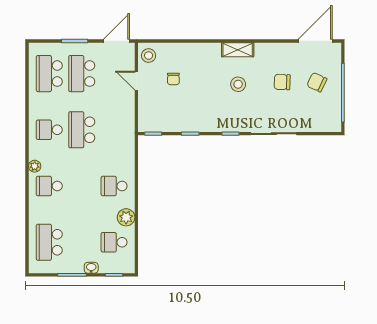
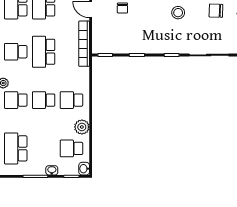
bookcase: (129, 120) -> (84, 44), added
school desk: (82, 186) -> (44, 100), added
washbasin: (129, 266) -> (84, 169), added

